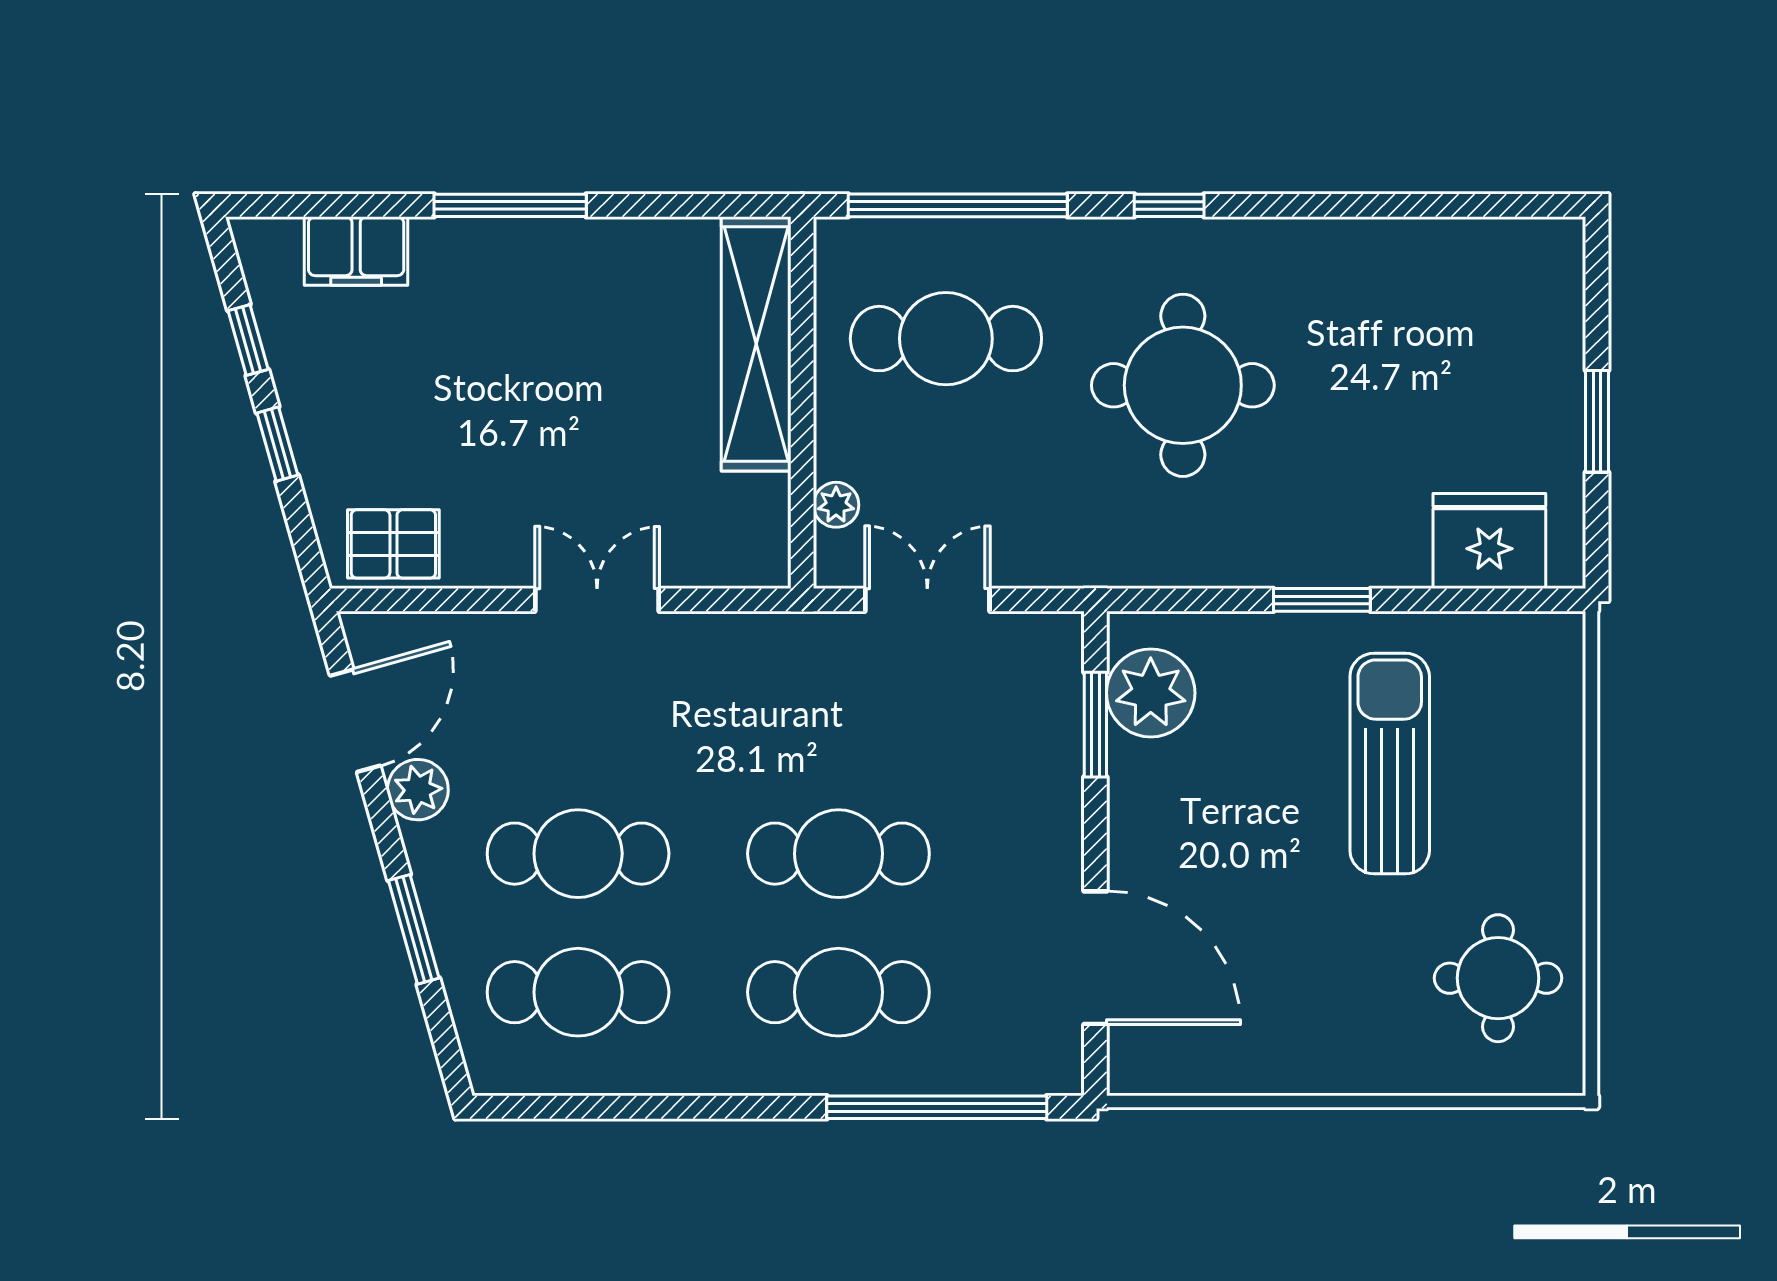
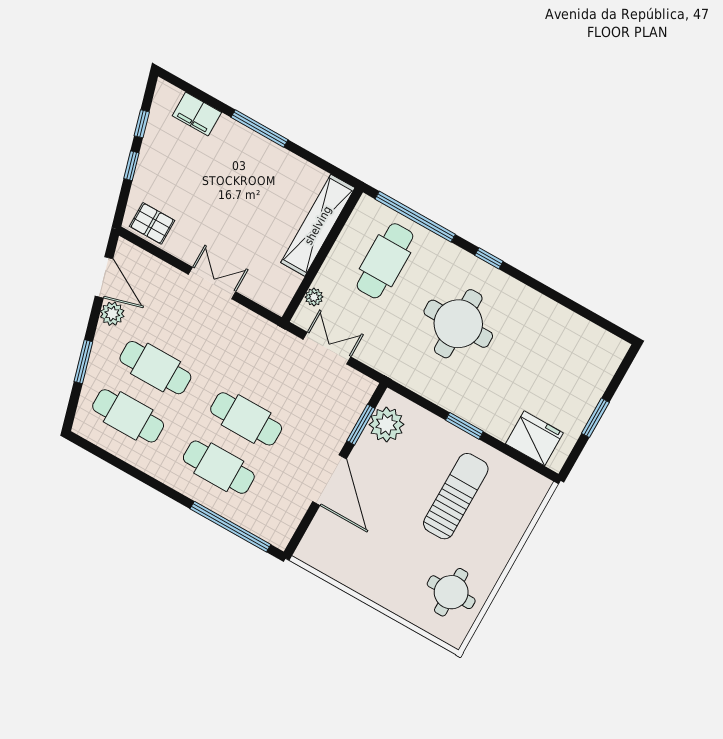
cafe table: (946, 339) -> (385, 261), turned 90
door: (355, 721) -> (104, 277), hinge flipped
door: (1095, 958) -> (329, 480), moved

